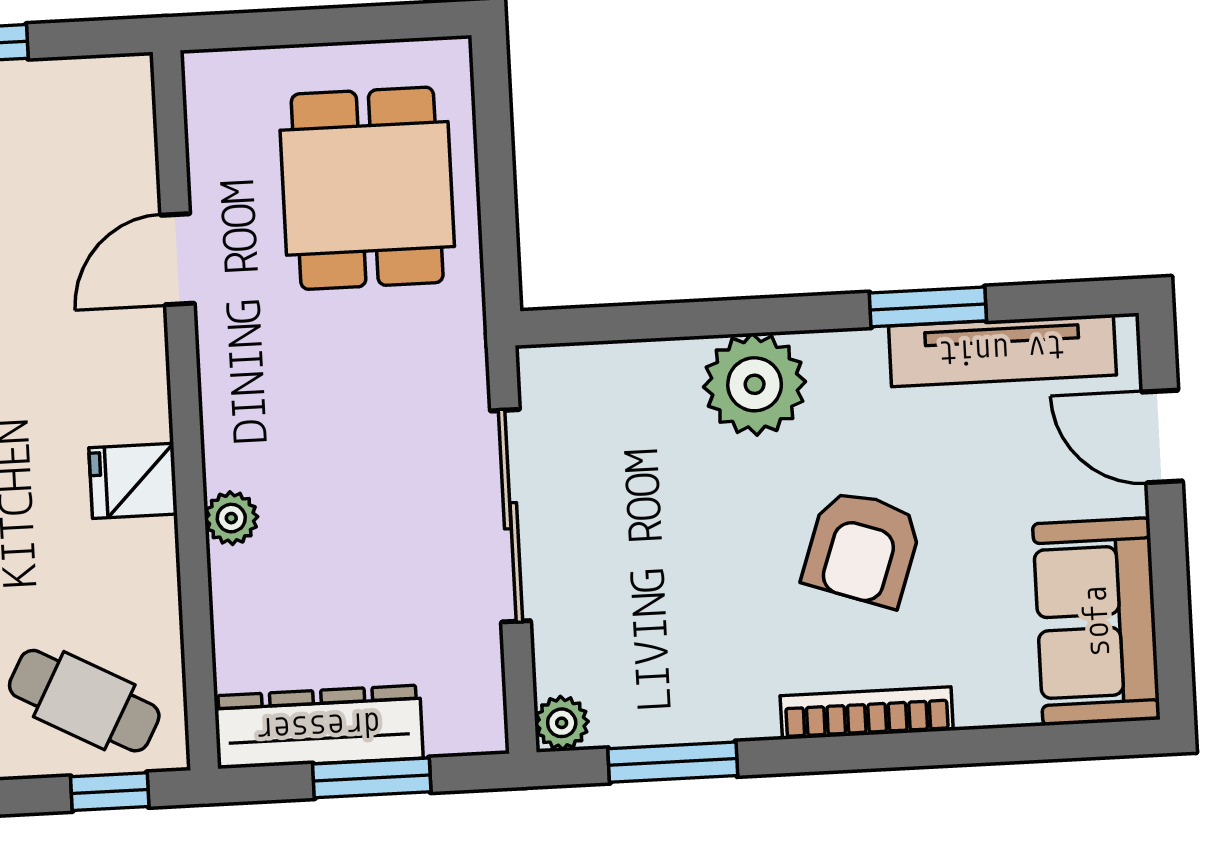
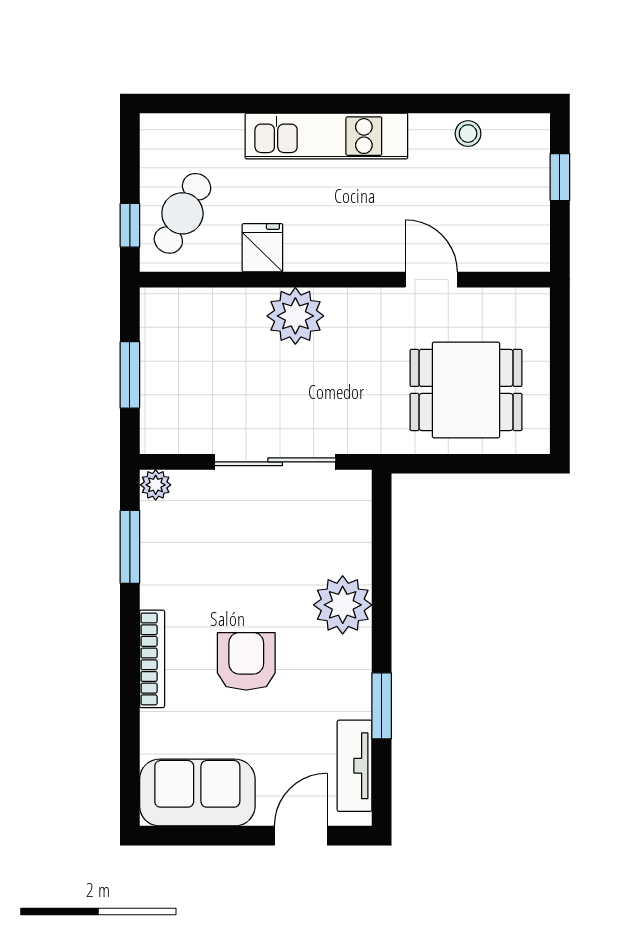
tv unit: (1002, 350) -> (355, 766), width x0.71
fridge: (133, 481) -> (262, 248), moved
plant: (231, 518) -> (295, 316), width x1.87, depth x1.87
armchair: (862, 548) -> (246, 661), turned 71
dresser: (319, 727) -> (160, 346), removed

